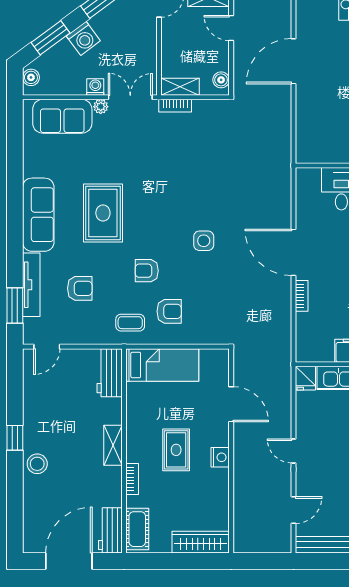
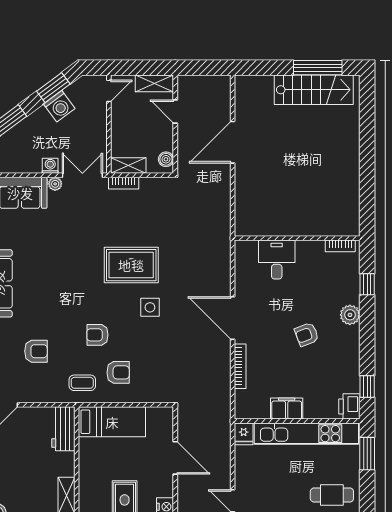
washing machine: (83, 38) -> (59, 106), moved
rug: (103, 213) -> (131, 265), moved, turned 90
bookcase: (302, 296) -> (240, 366), width x1.56

